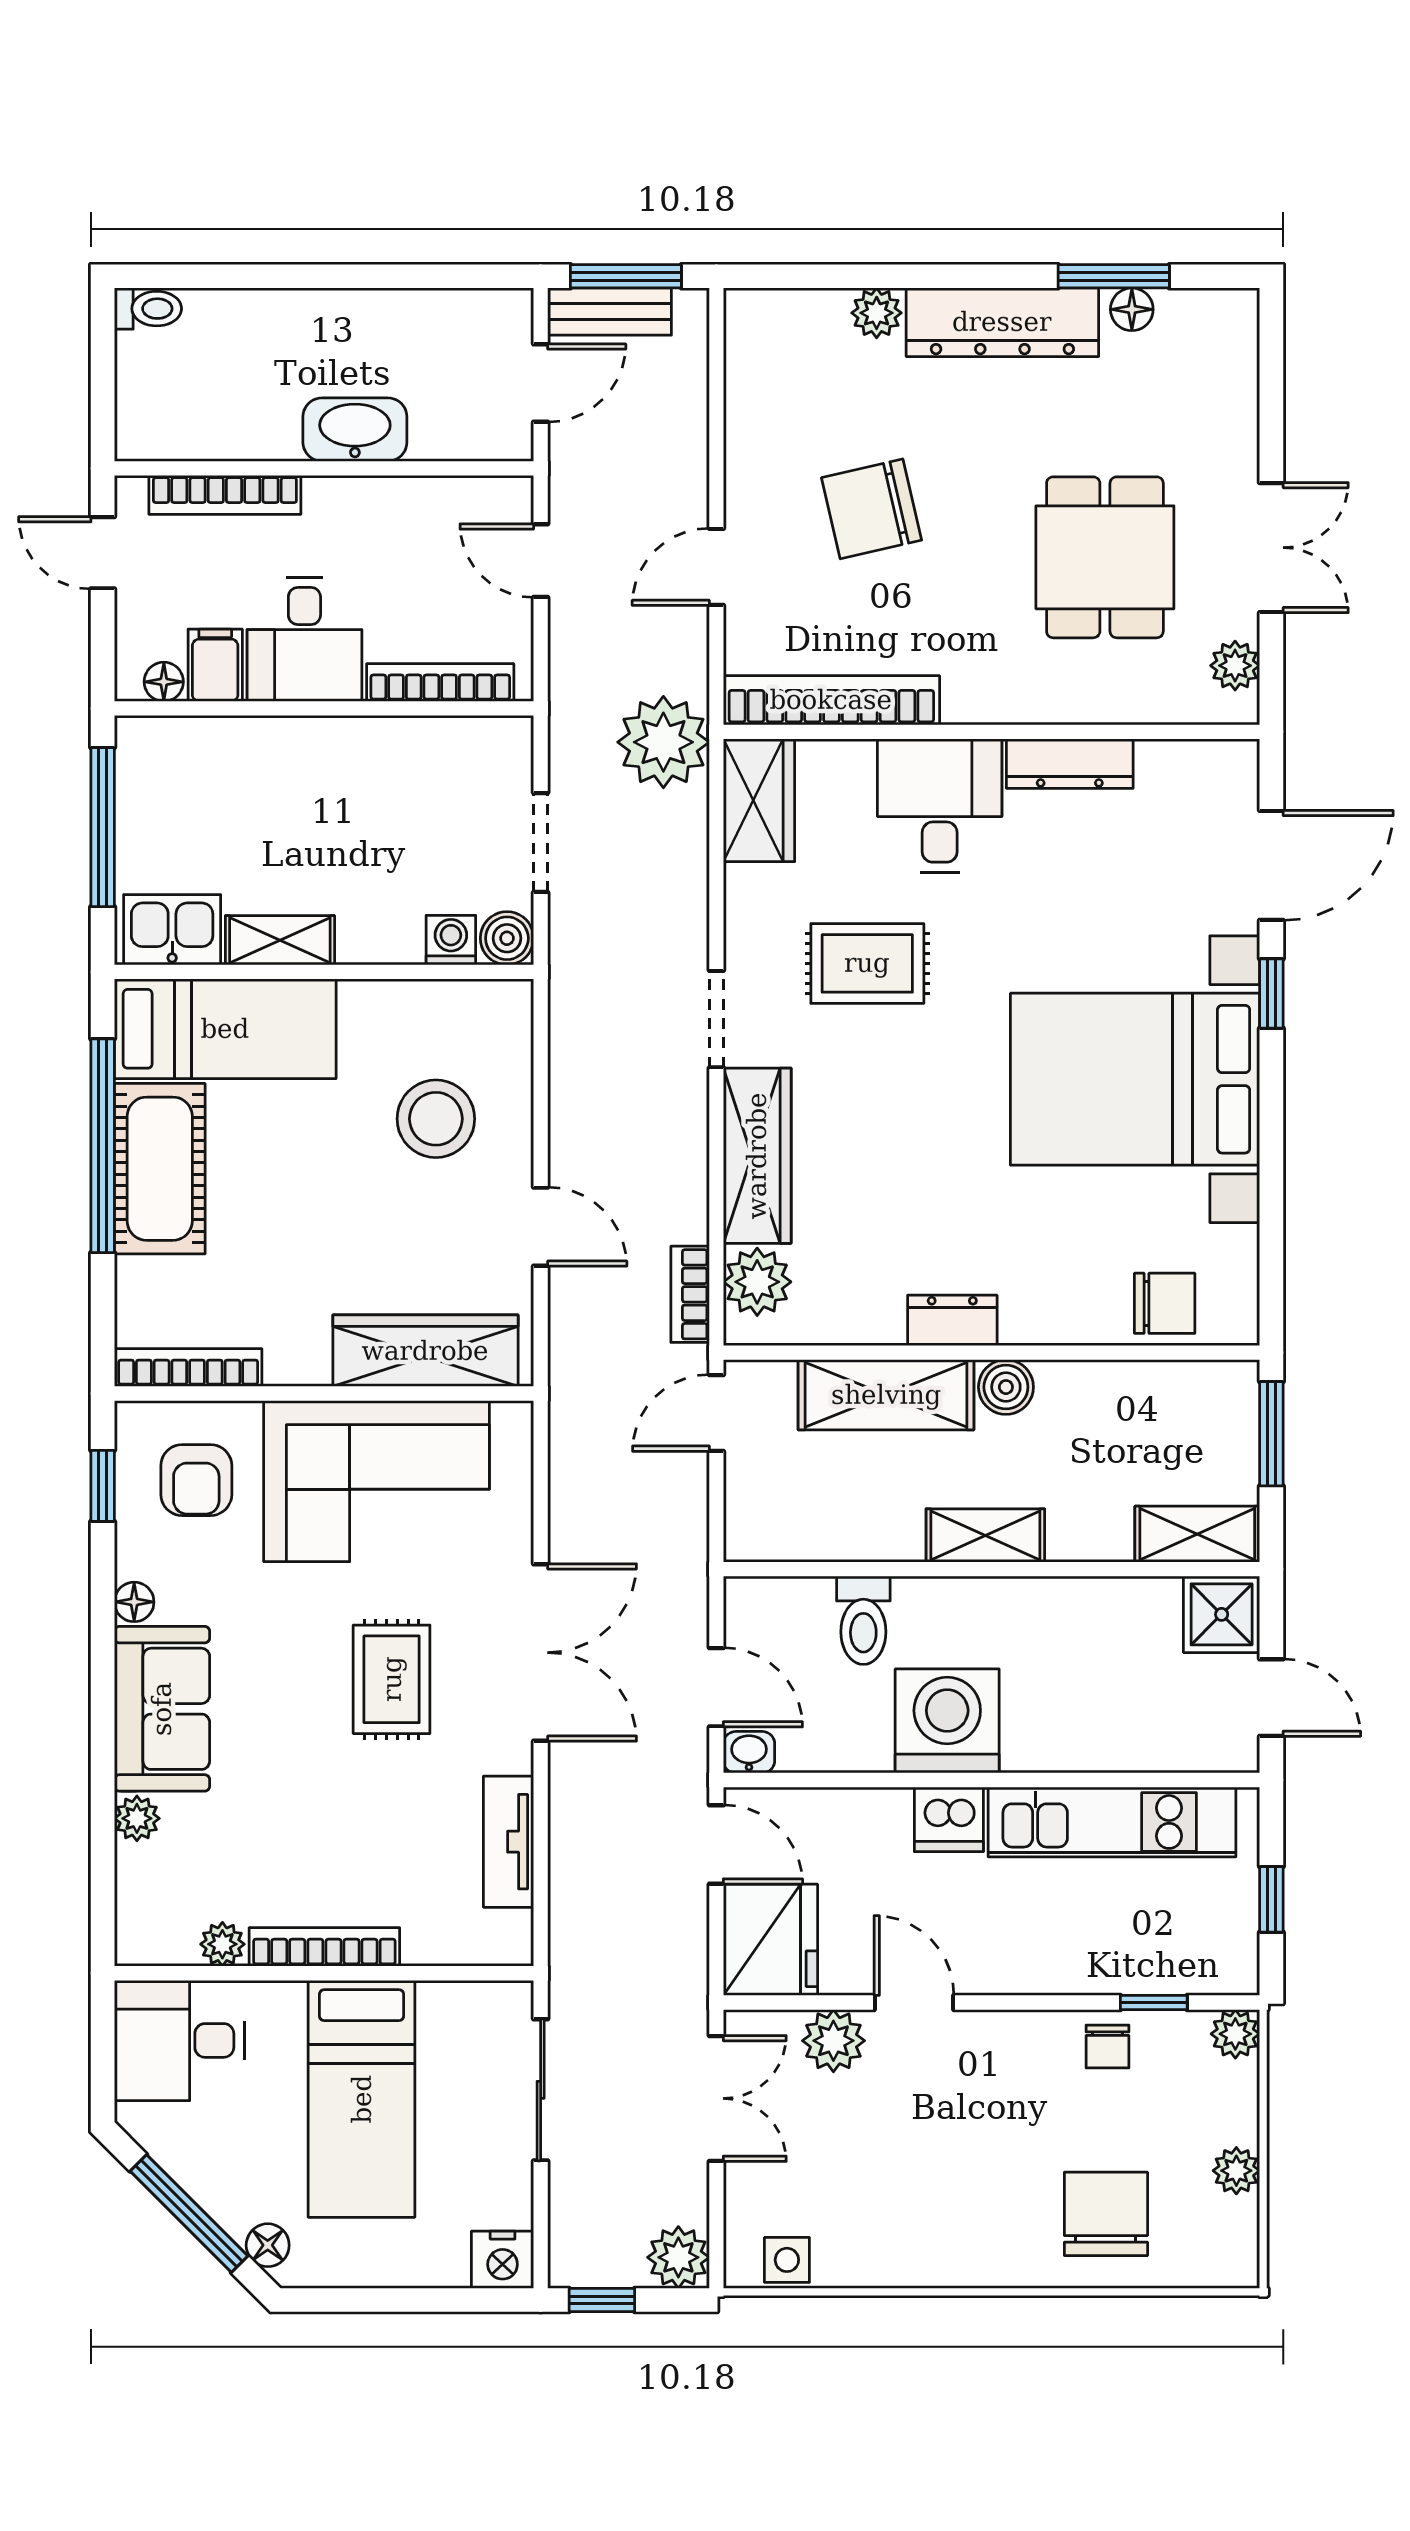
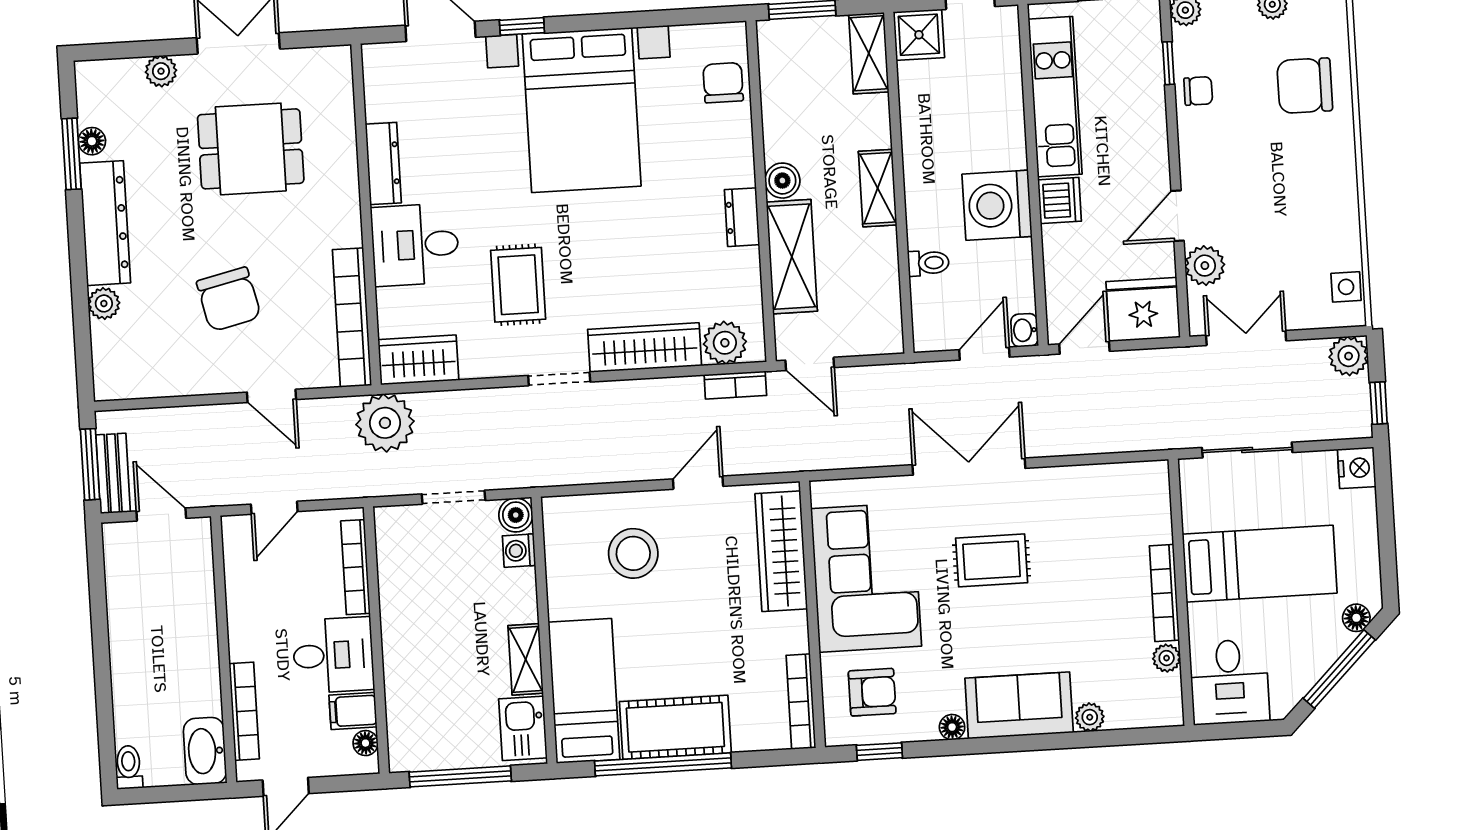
washbasin: (355, 430) -> (205, 751), moved
plant: (1235, 666) -> (161, 71), moved
toilet: (863, 1620) -> (928, 263), width x0.73, depth x0.72
tv unit: (509, 1842) -> (1091, 480), removed

